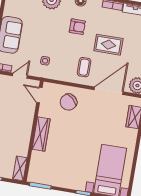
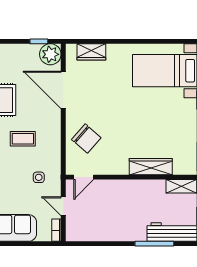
coffee table: (84, 67) -> (23, 139), moved
wardrobe: (41, 134) -> (151, 167), moved

